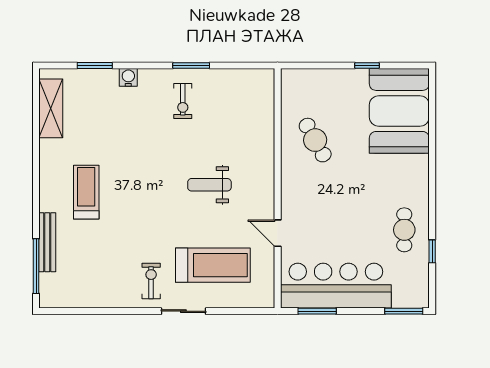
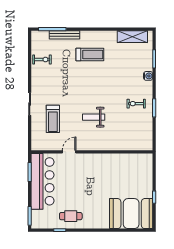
cafe table: (315, 140) -> (116, 171), removed
weight bench: (209, 185) -> (94, 117), turned -90
treadmill: (213, 265) -> (53, 119), width x0.73, depth x0.73
exercise bike: (151, 281) -> (42, 60), moved

